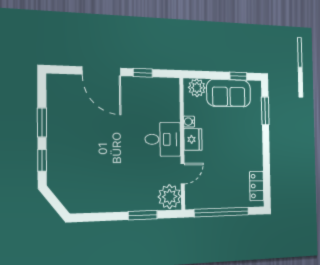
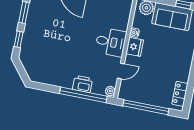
plant: (170, 197) -> (110, 91), width x0.53, depth x0.53
printer: (139, 201) -> (82, 84), added
window: (143, 215) -> (83, 95), width x2.11

